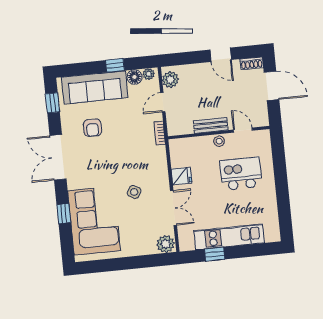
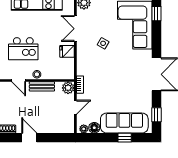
window: (115, 65) -> (125, 138), moved
plant: (170, 80) -> (68, 88), moved
armchair: (92, 128) -> (129, 94), removed
window: (64, 214) -> (156, 14), moved

